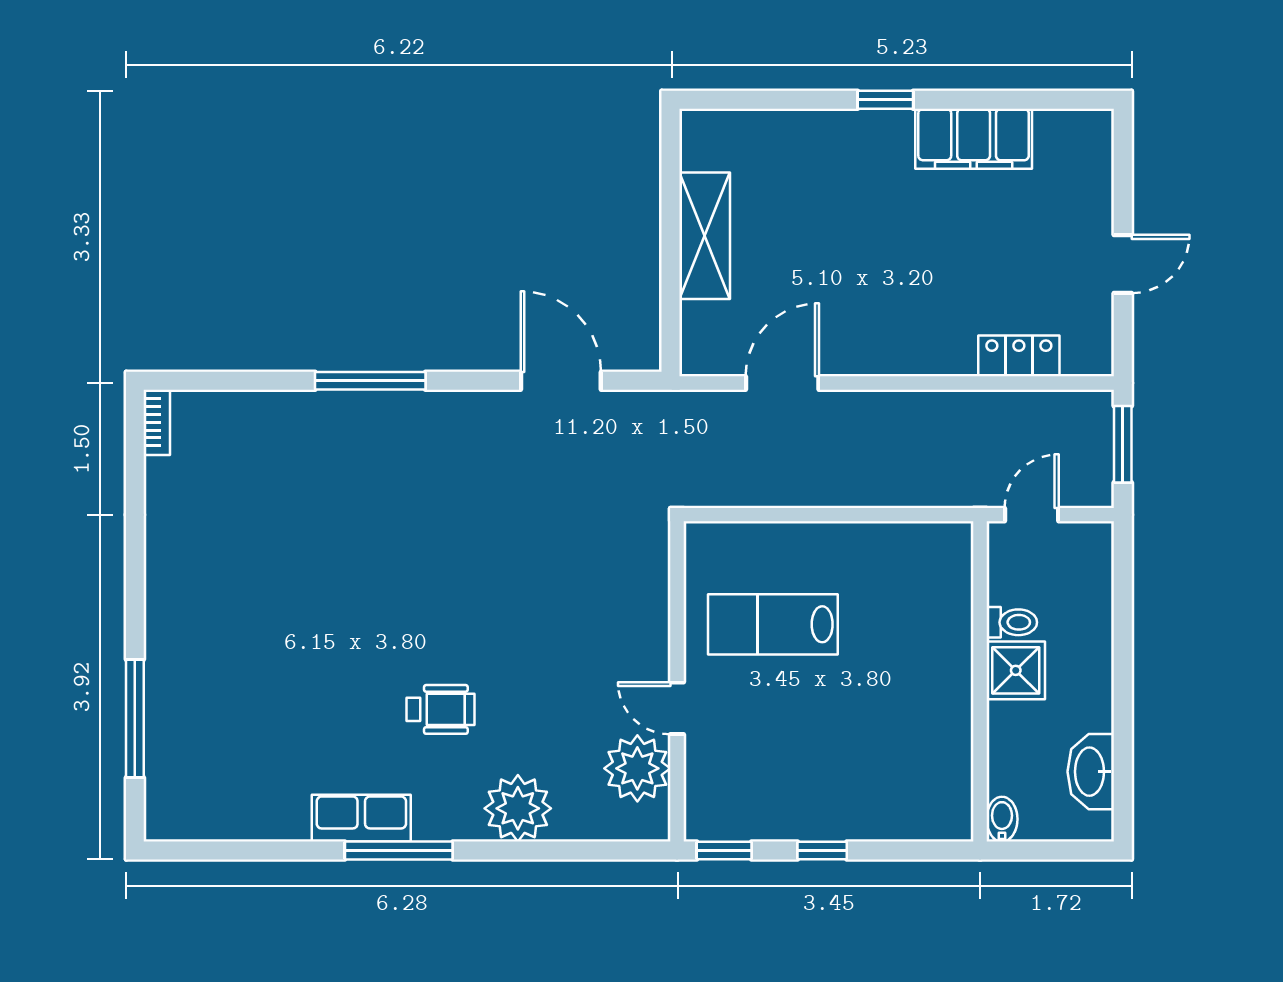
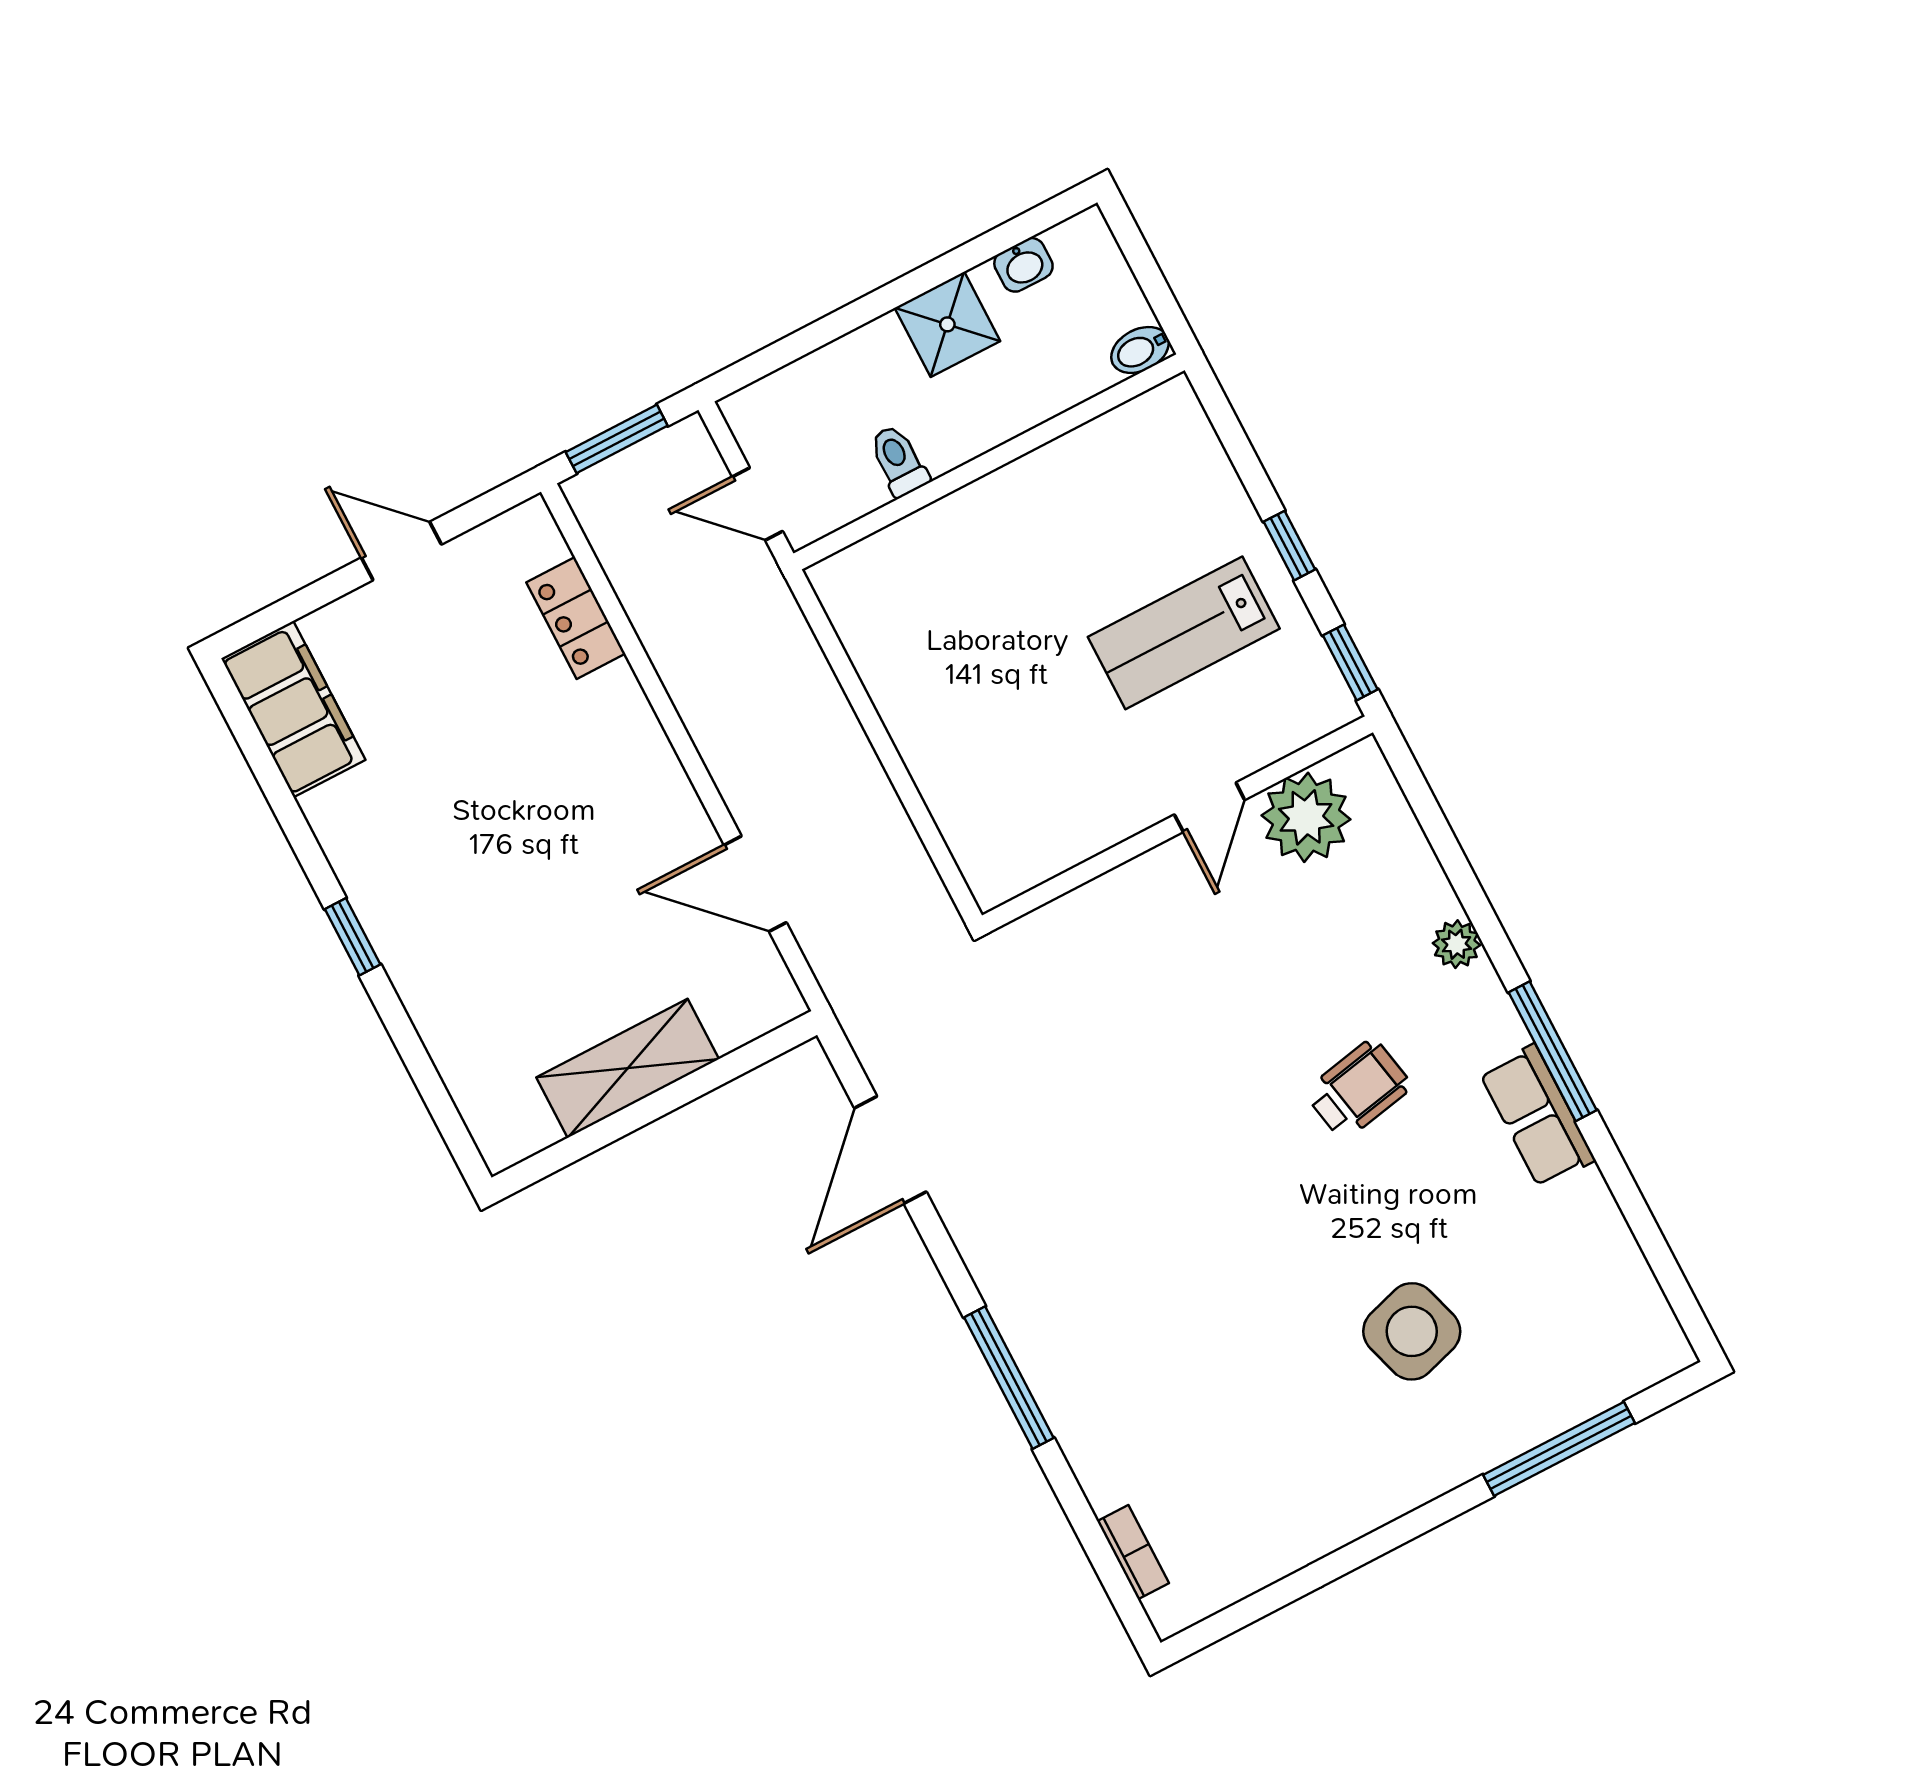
filing cabinet: (974, 139) -> (293, 709), moved
bookcase: (157, 422) -> (1133, 1552), moved, turned 90
lab bench: (773, 624) -> (1184, 633), moved, turned 90
side table: (263, 662) -> (1412, 1331), added
shower: (1016, 670) -> (947, 324), moved
wheelchair: (440, 709) -> (1358, 1089), turned 79
washbasin: (1091, 772) -> (1023, 265), width x0.52, depth x0.69
plant: (518, 808) -> (1456, 944), width x0.53, depth x0.53

